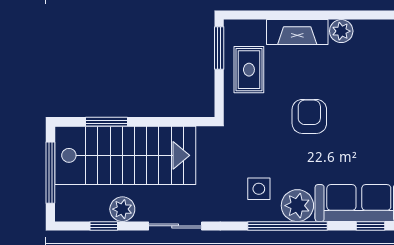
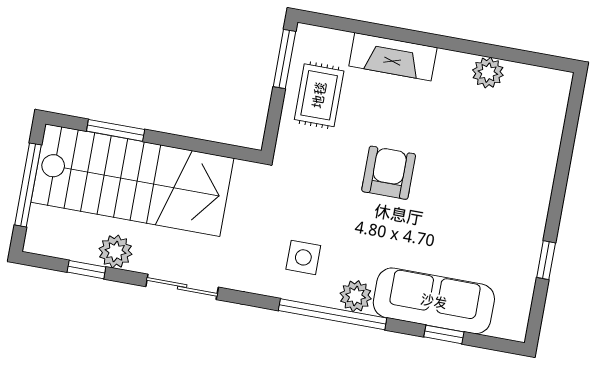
plant: (341, 31) -> (488, 73), moved
plant: (297, 206) -> (356, 296), width x0.73, depth x0.73

